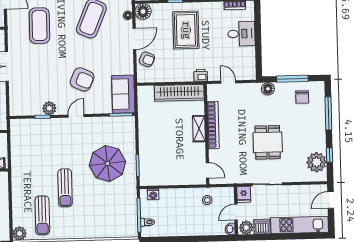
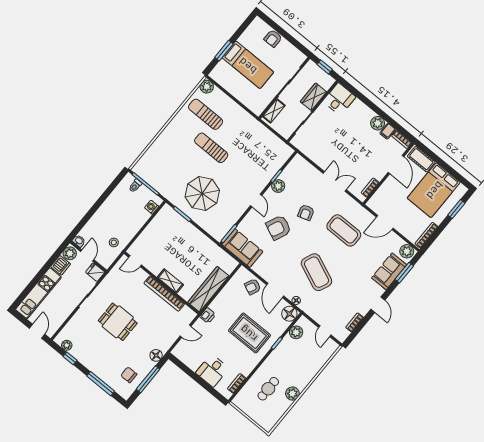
armchair: (51, 68) -> (306, 212), added
plant: (317, 162) -> (67, 345), width x0.53, depth x0.53

